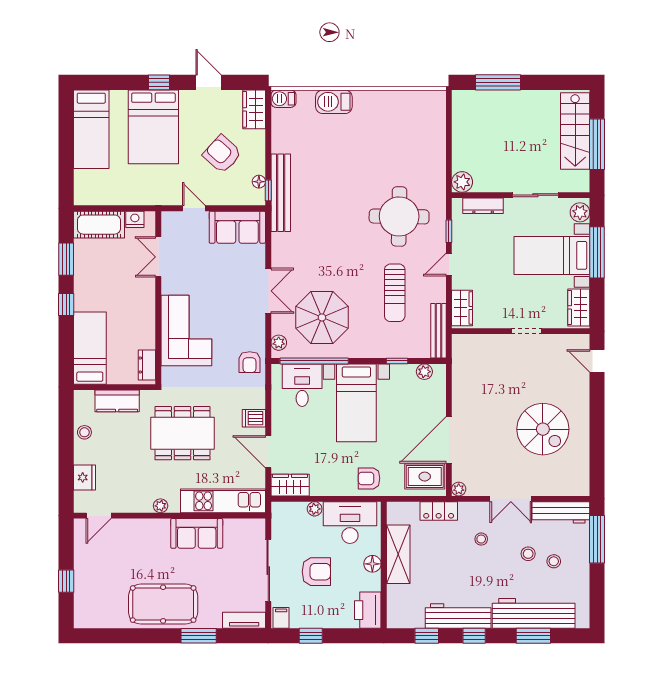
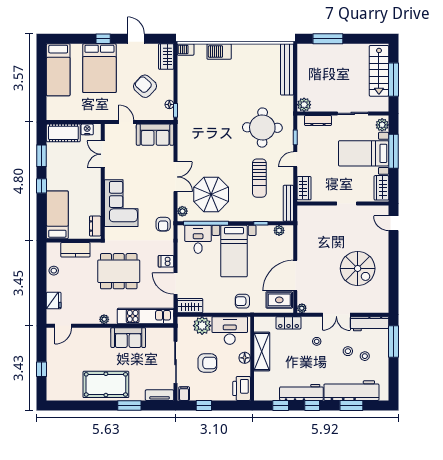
bench: (281, 193) -> (287, 69), moved
plant: (315, 509) -> (202, 326), width x1.87, depth x1.87

